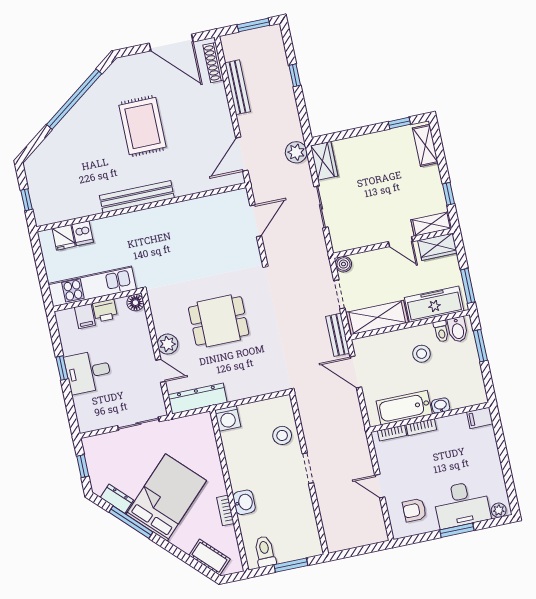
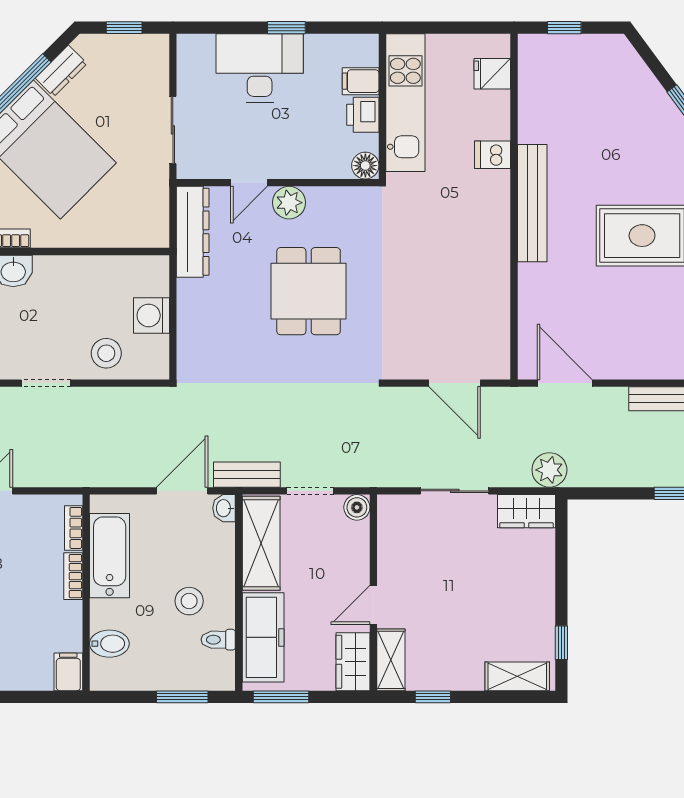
dishwasher: (83, 233) -> (493, 155), moved
bidet: (458, 329) -> (109, 644), moved, turned 180
desk: (88, 372) -> (260, 68), width x1.37
washbasin: (441, 406) -> (224, 508), moved, turned 180
washing machine: (228, 418) -> (151, 315), moved

